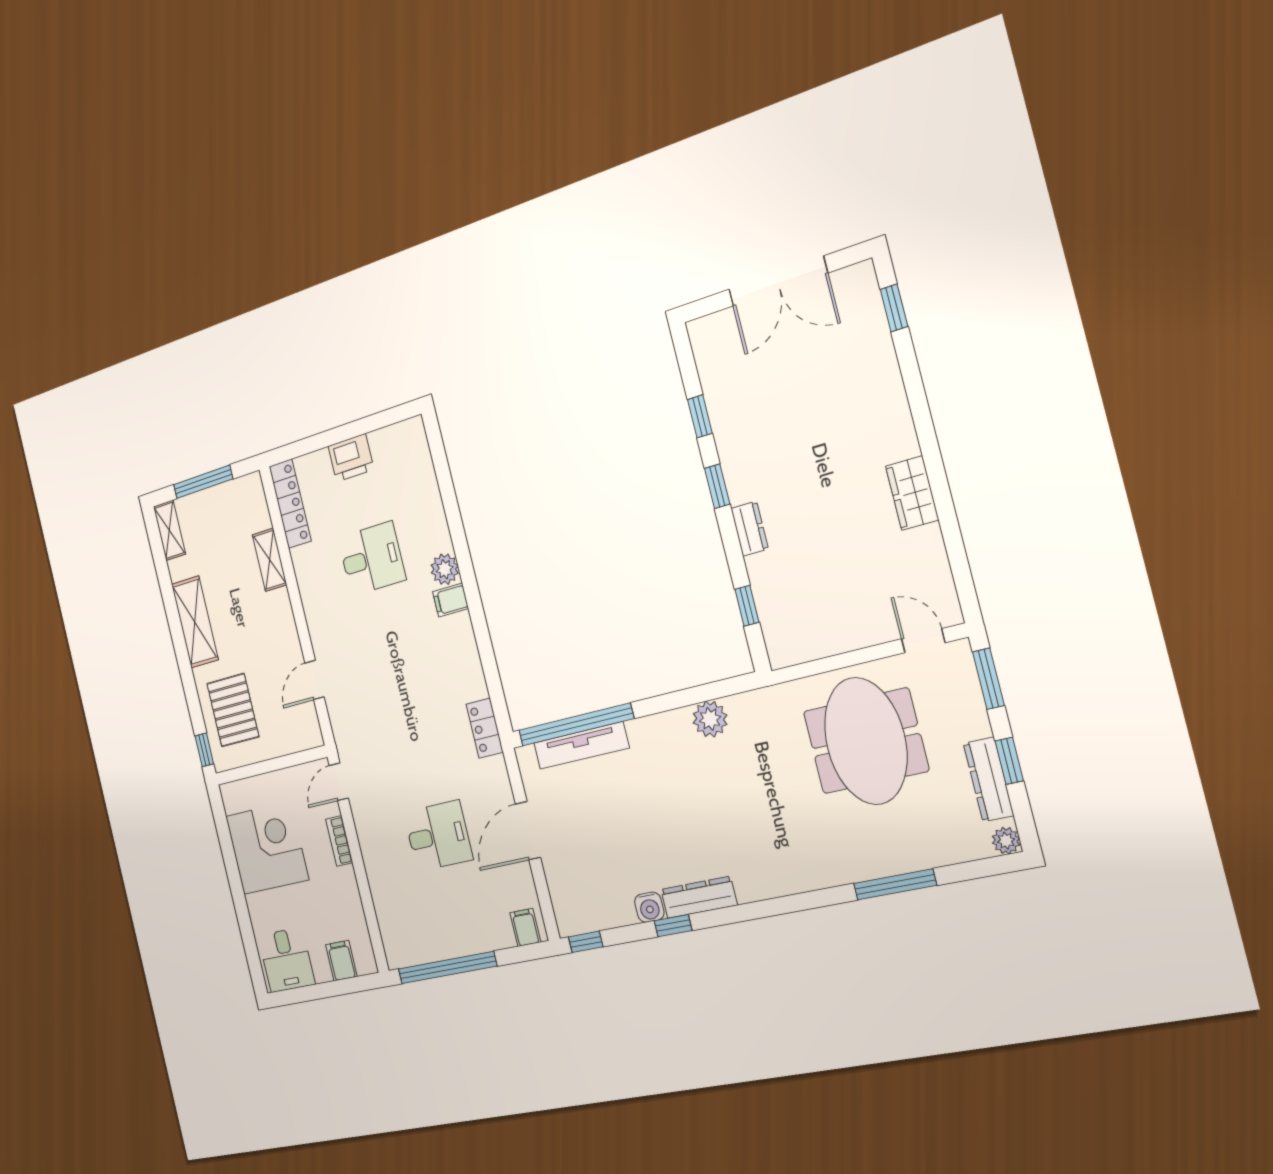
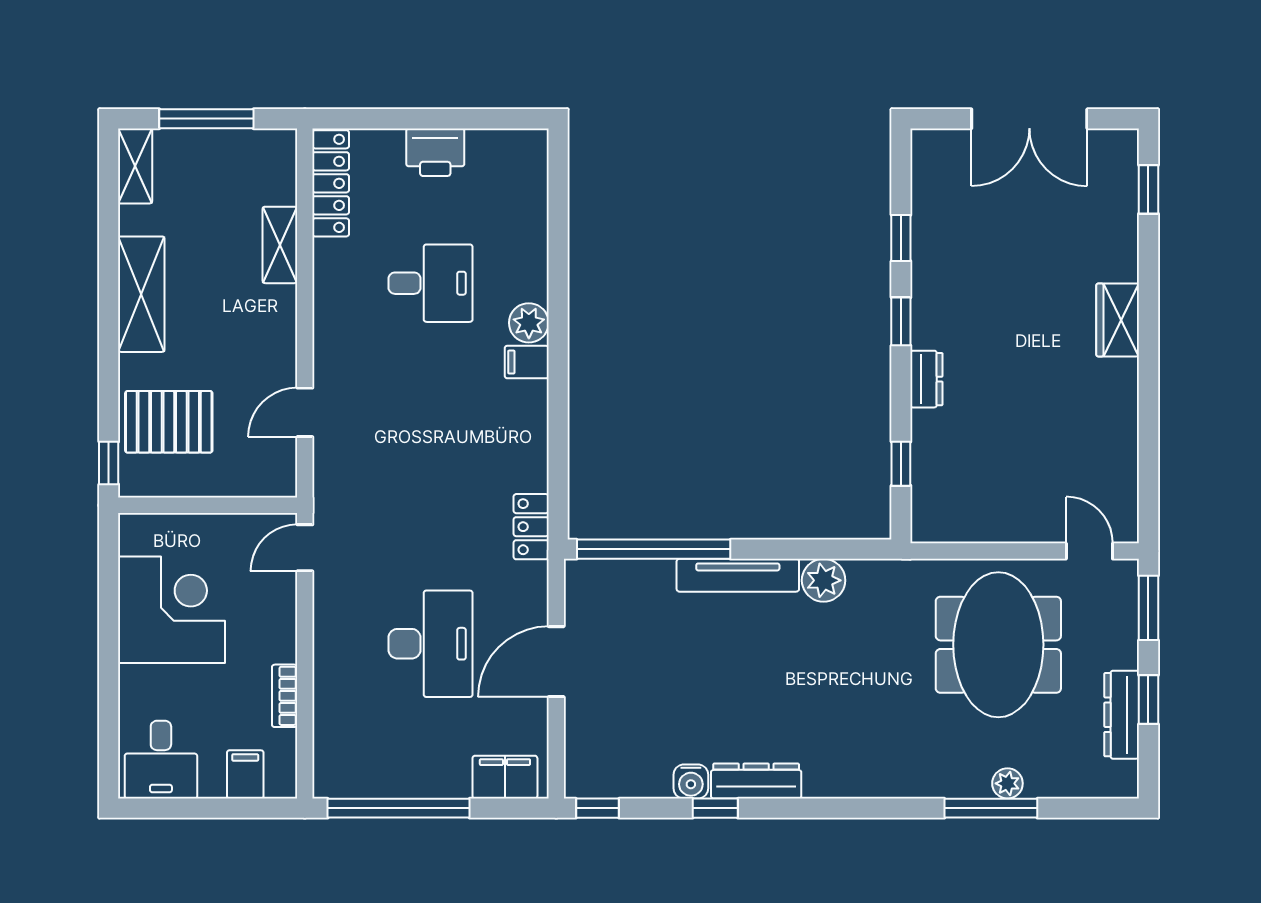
wardrobe: (912, 493) -> (1118, 320), moved
pallet: (233, 710) -> (169, 422), turned 90
tv unit: (581, 745) -> (738, 575), moved
desk: (438, 836) -> (431, 644), width x1.37
bookcase: (339, 841) -> (285, 696), moved
plant: (1006, 841) -> (1007, 783), moved
filing cabinet: (525, 927) -> (505, 777), width x2.00

